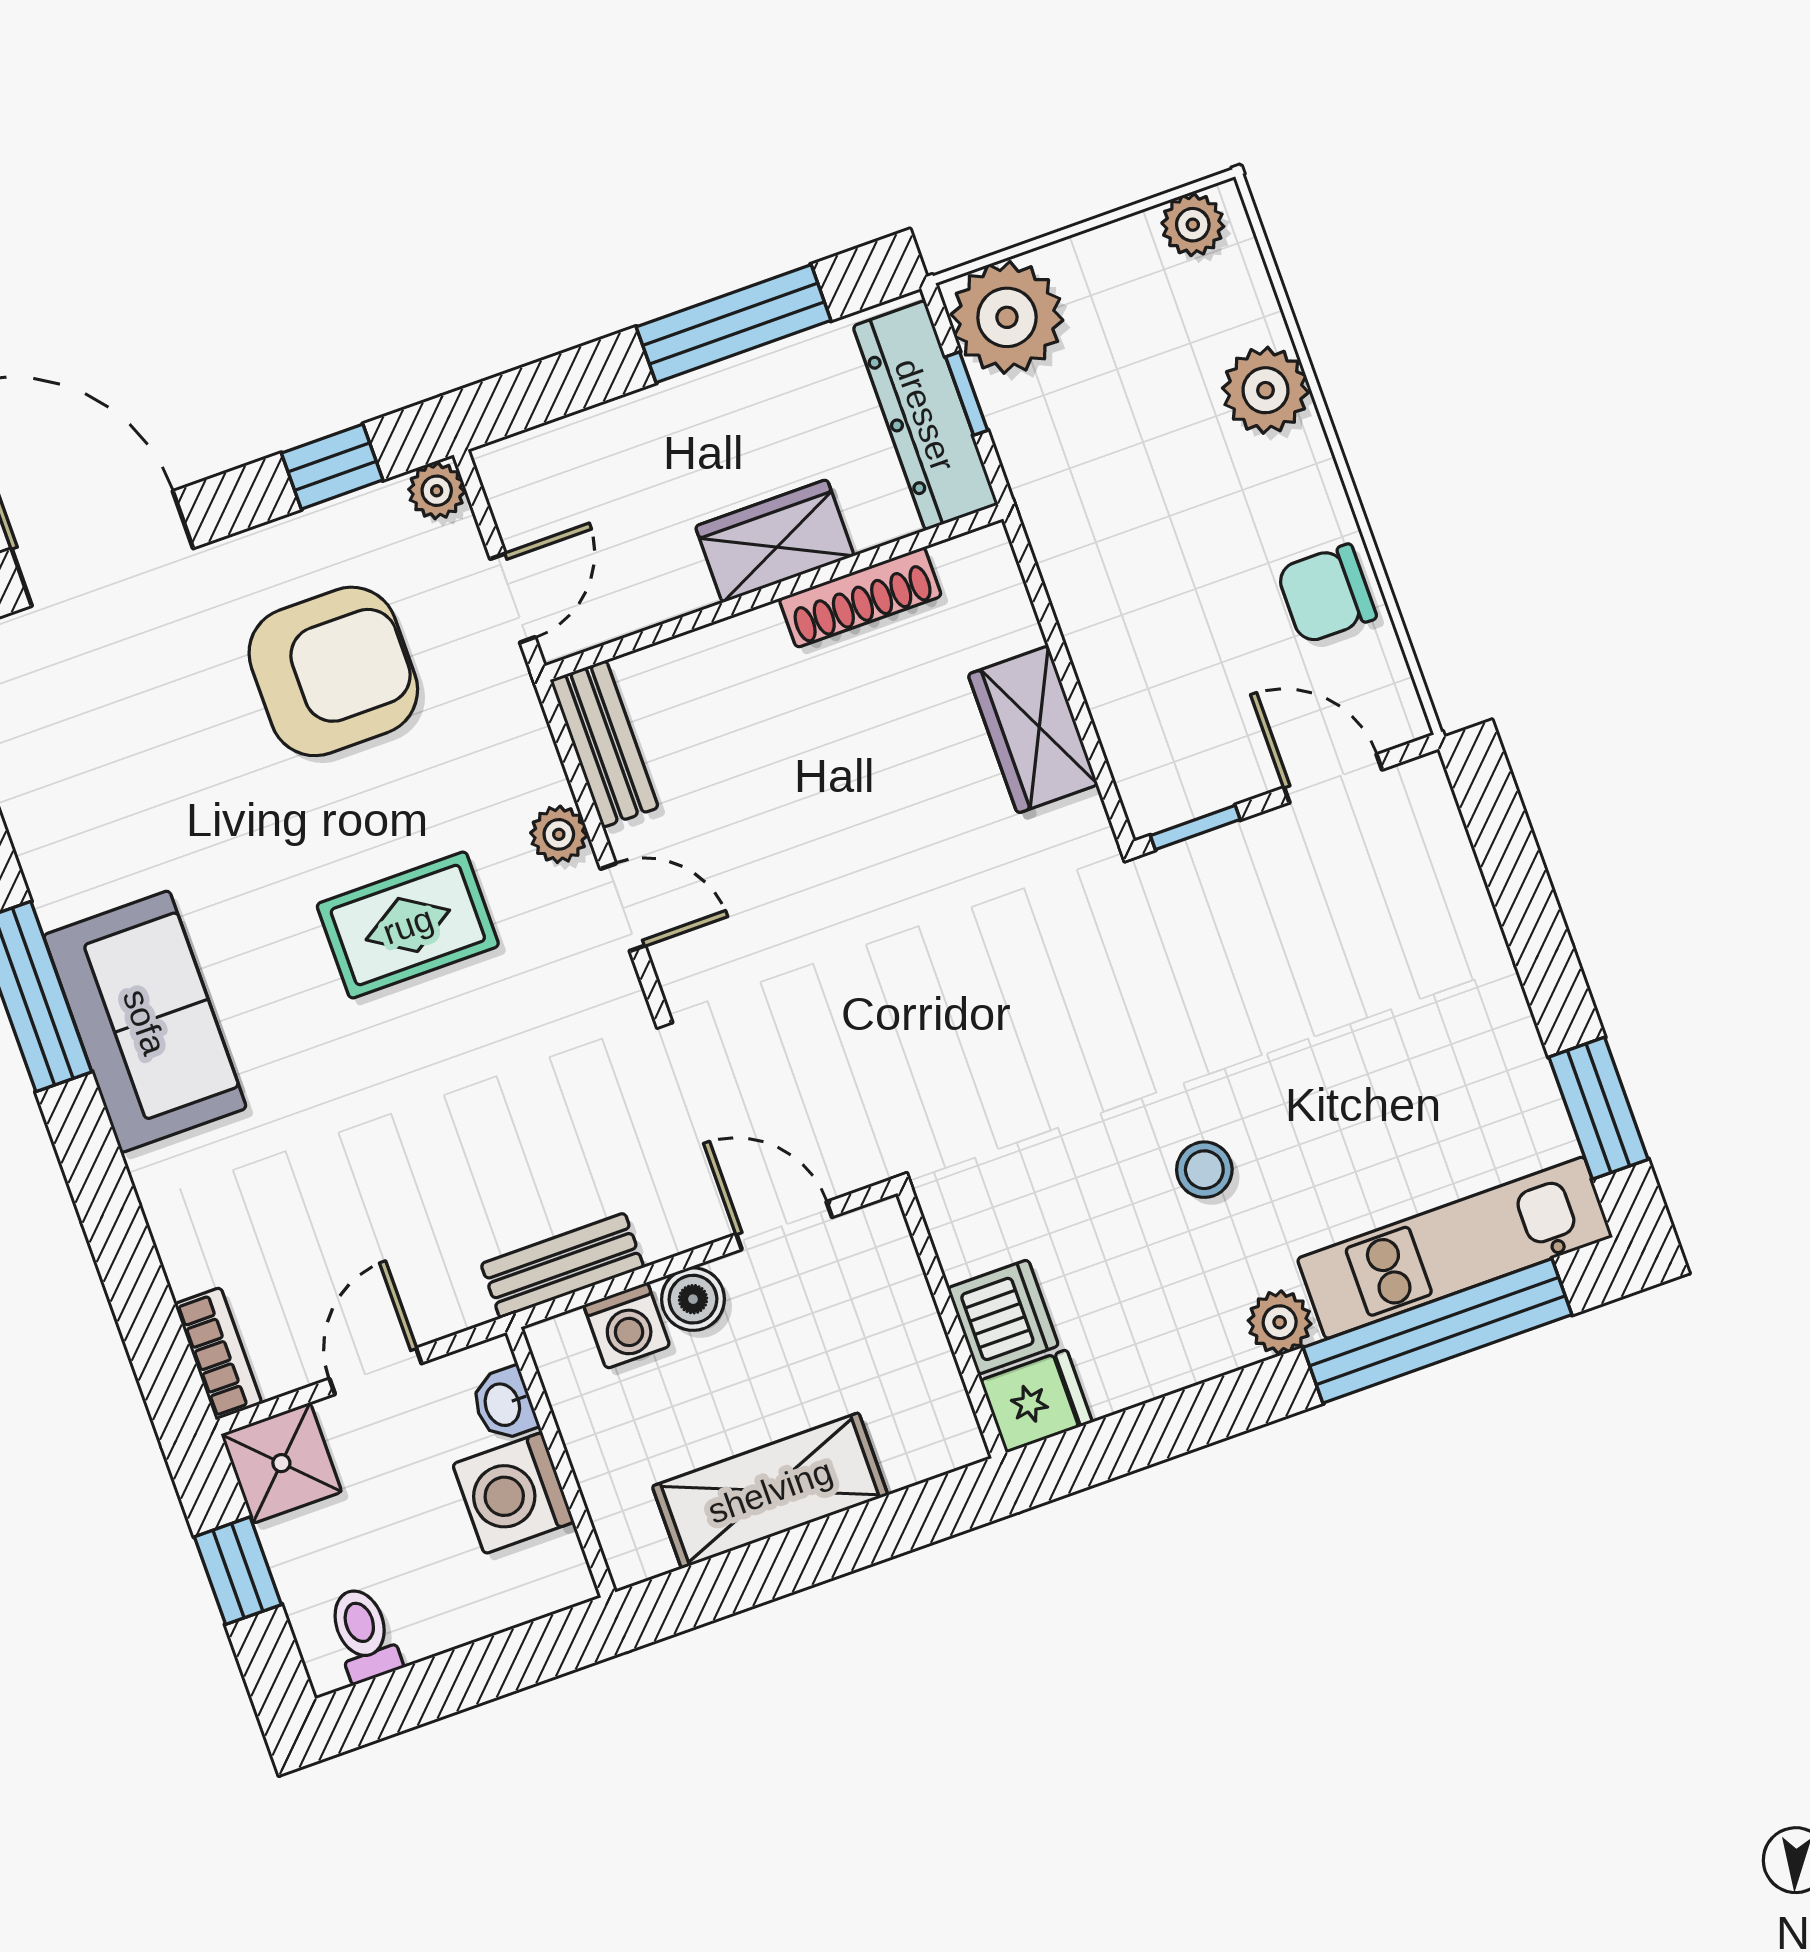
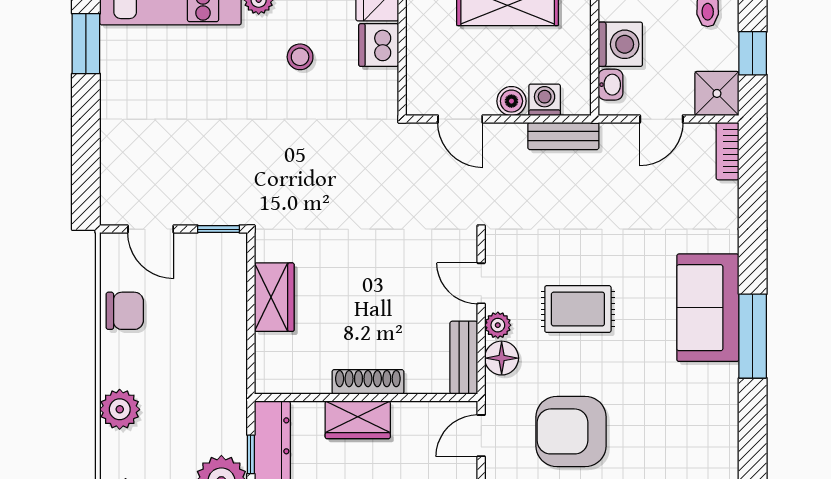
shoe rack: (860, 597) -> (368, 382), moved
floor lamp: (527, 770) -> (502, 358), added
stool: (1204, 1170) -> (300, 57), moved

